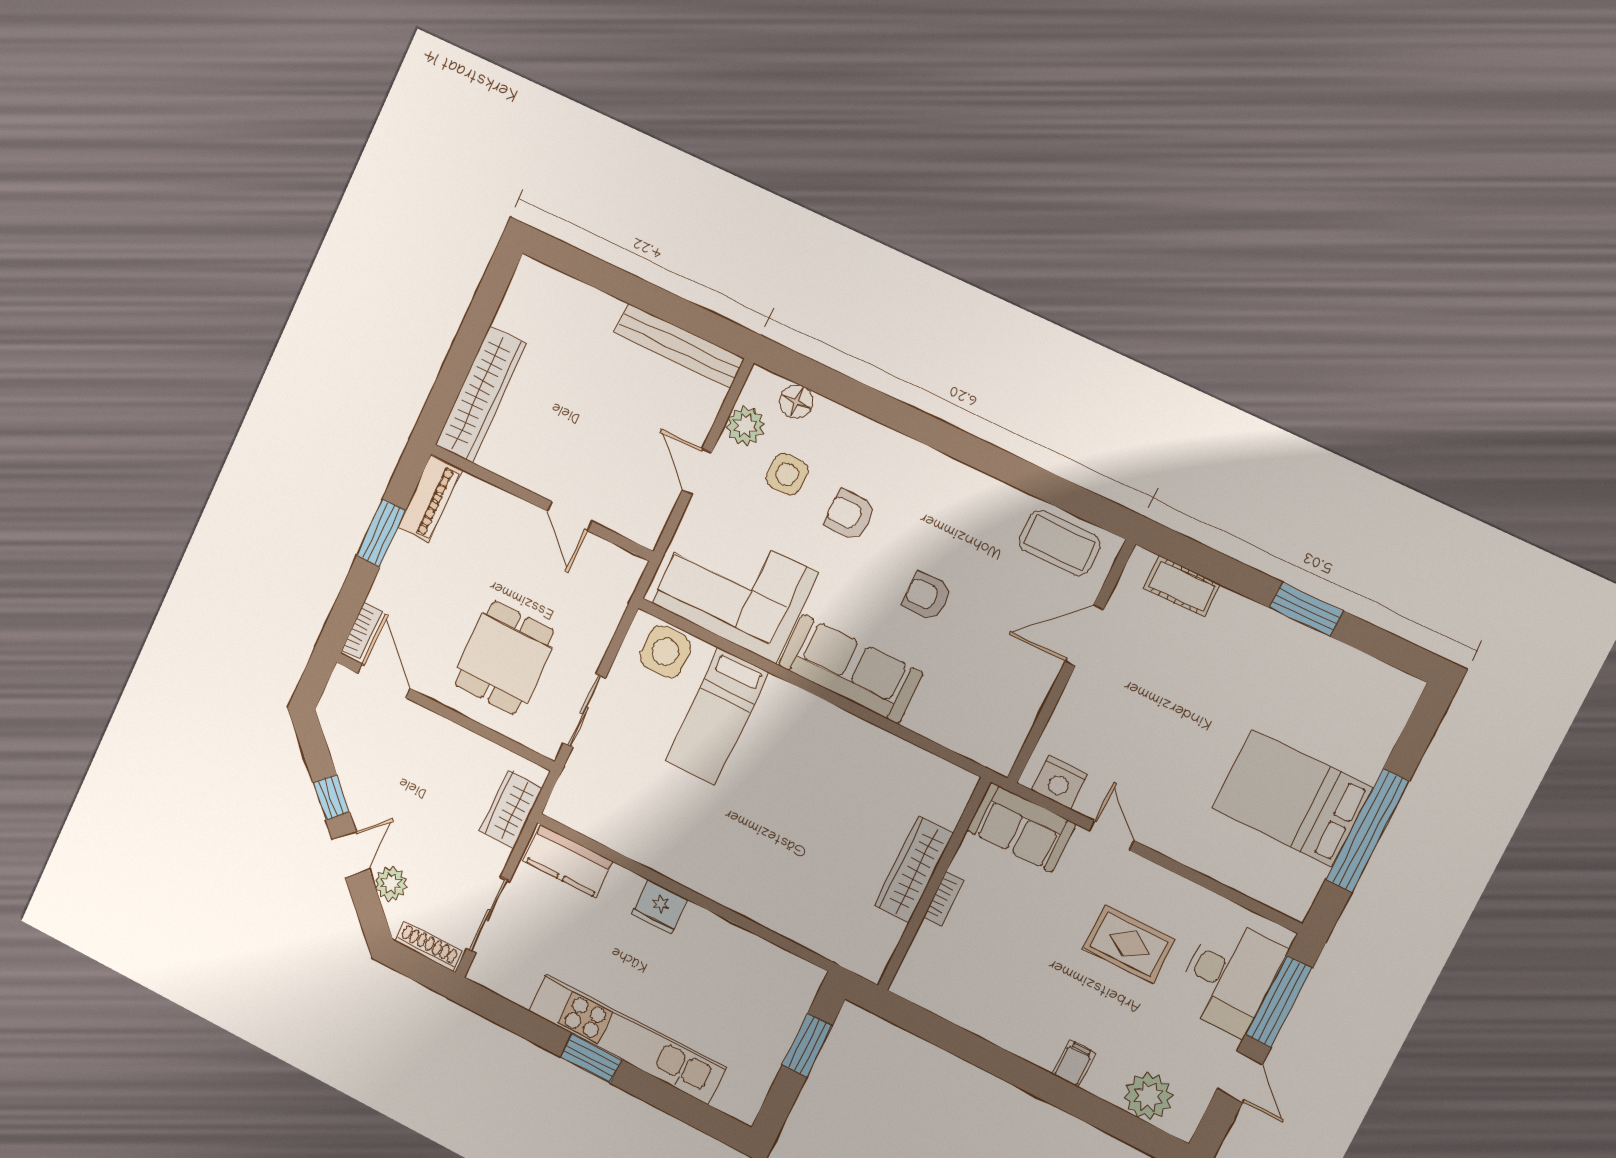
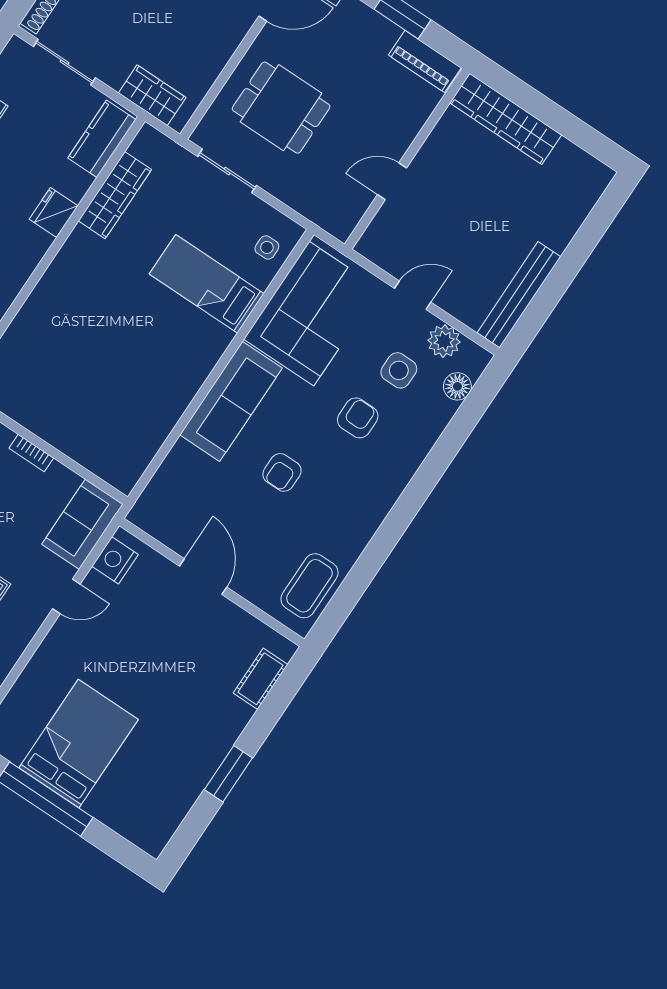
armchair: (927, 596) -> (282, 472), turned 180
door: (1084, 636) -> (203, 577), moved
side table: (665, 652) -> (267, 247), width x0.54, depth x0.54
wardrobe: (914, 869) -> (115, 195), moved, turned 90

